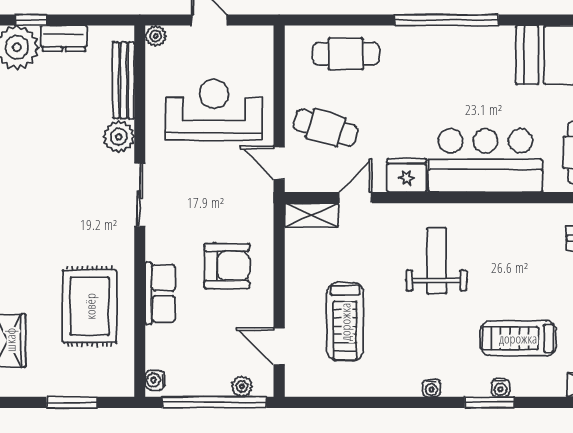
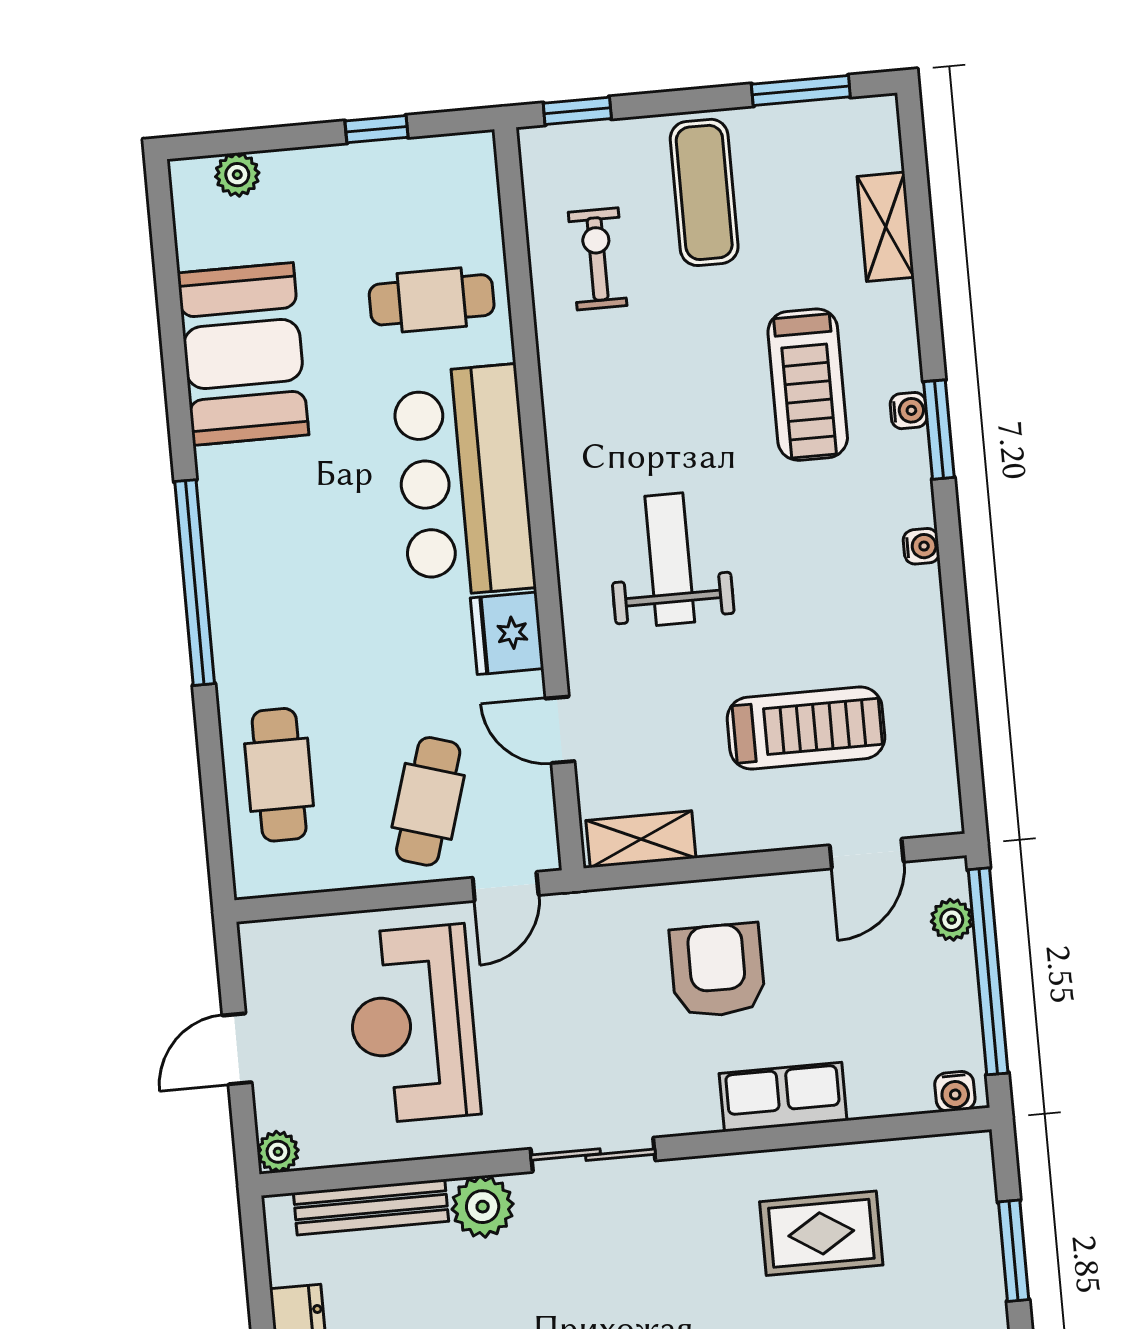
shelving: (311, 215) -> (641, 839), moved, turned 90
weight bench: (437, 261) -> (670, 559), turned 90
rug: (90, 306) -> (821, 1233), width x0.73, depth x0.70

